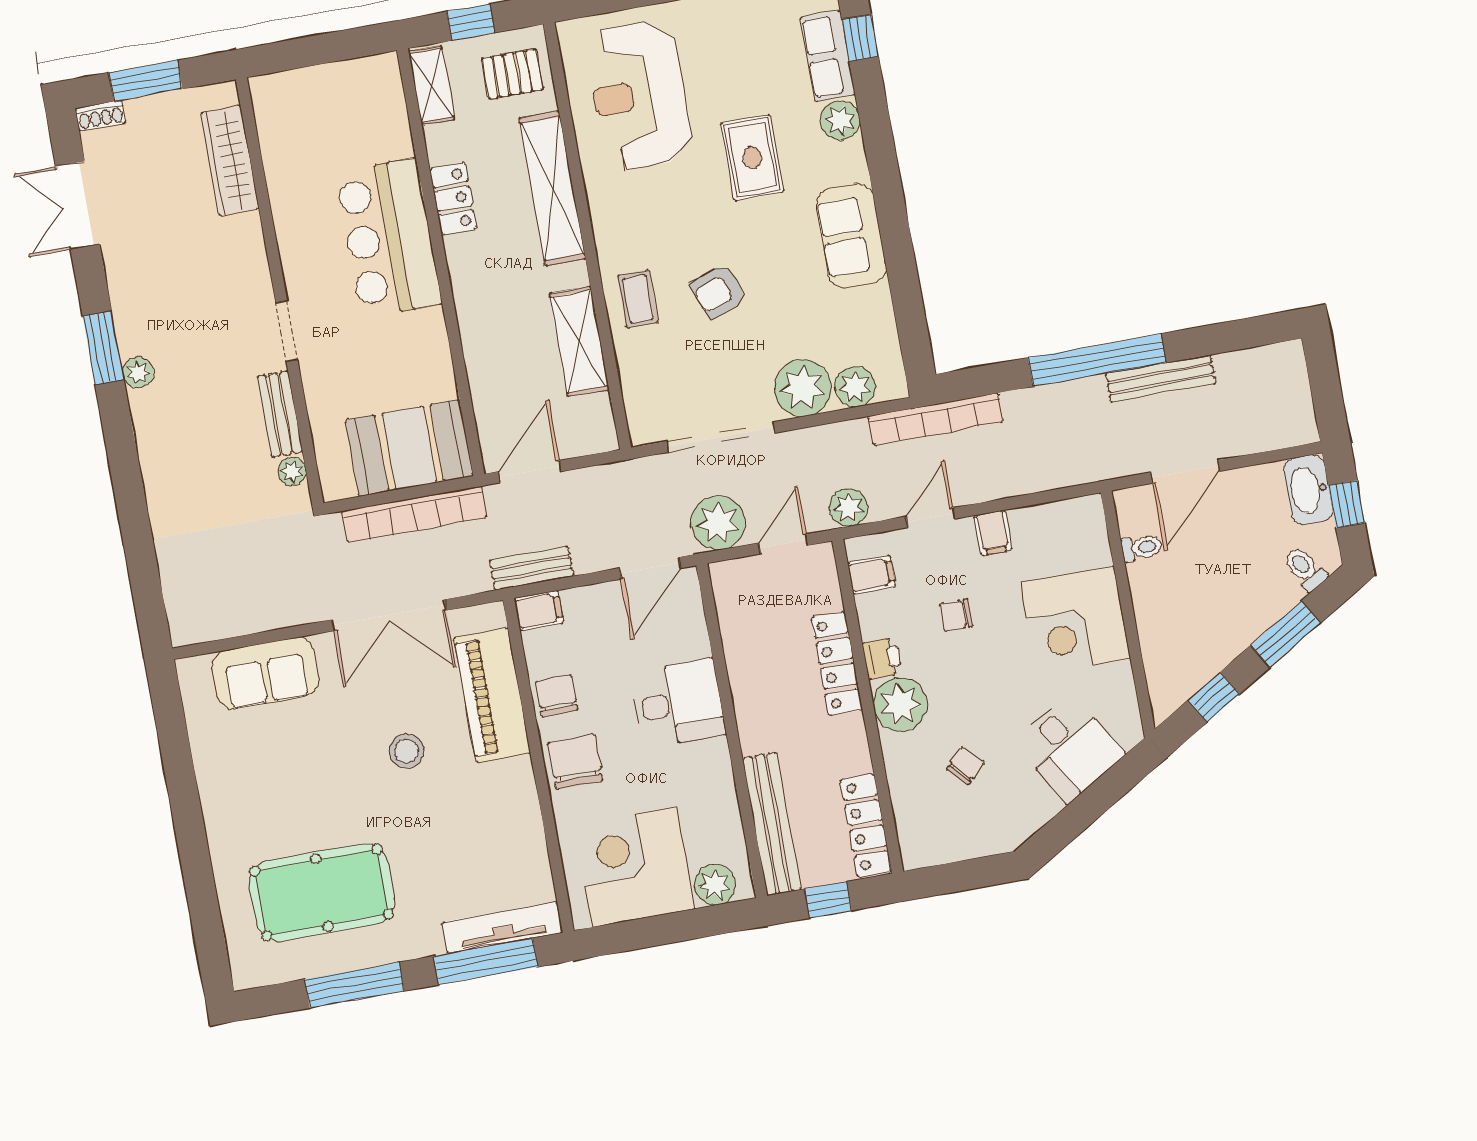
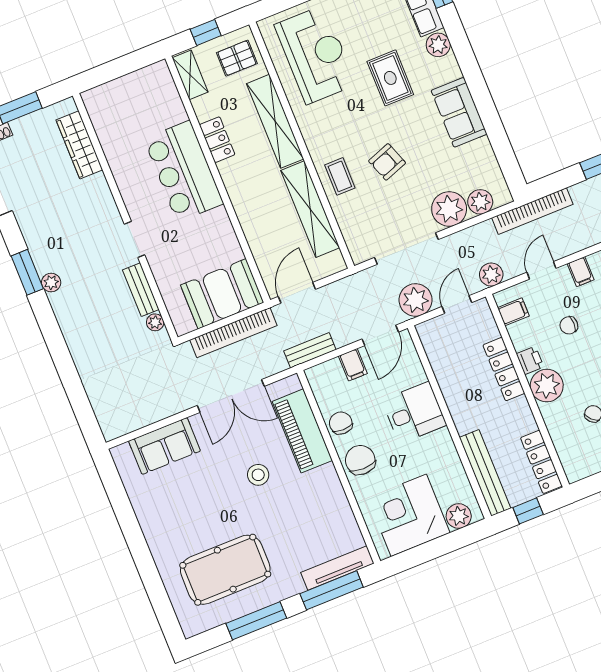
reception desk: (639, 95) -> (315, 55), turned 180
shelving: (579, 341) -> (310, 209), width x1.47
filing cabinet: (539, 611) -> (353, 365), moved, turned 90

